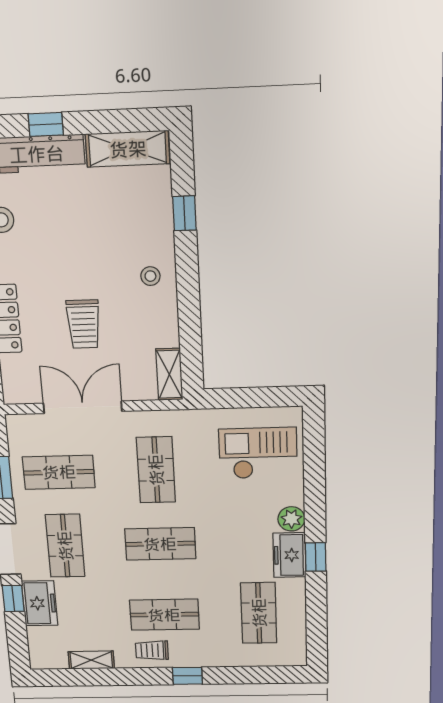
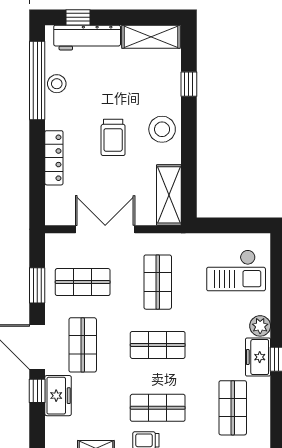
window: (46, 124) -> (78, 17), moved
stool: (150, 276) -> (162, 129), width x1.89, depth x1.89
trolley: (84, 324) -> (113, 137), moved
shelving: (169, 374) -> (169, 195), width x1.50, depth x1.33
checkout: (258, 453) -> (236, 270), turned 180

